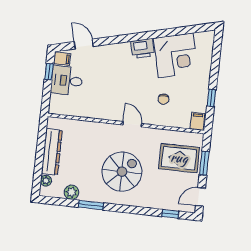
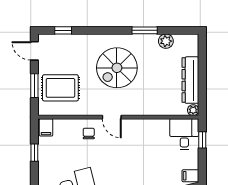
window: (49, 72) -> (202, 140), moved
desk: (67, 81) -> (184, 134), moved, turned -90
chair: (164, 99) -> (89, 134), moved
plant: (46, 181) -> (193, 110), moved
door: (201, 197) -> (34, 51), swing flipped

